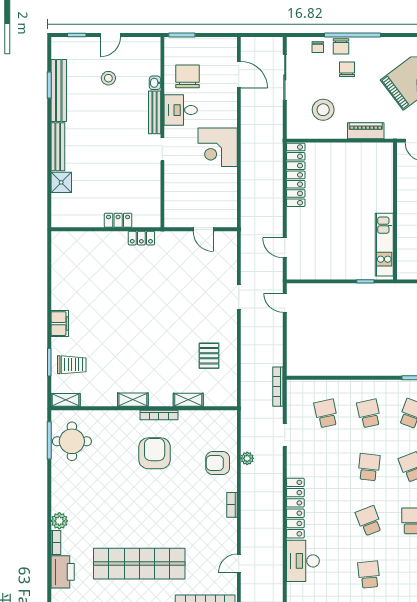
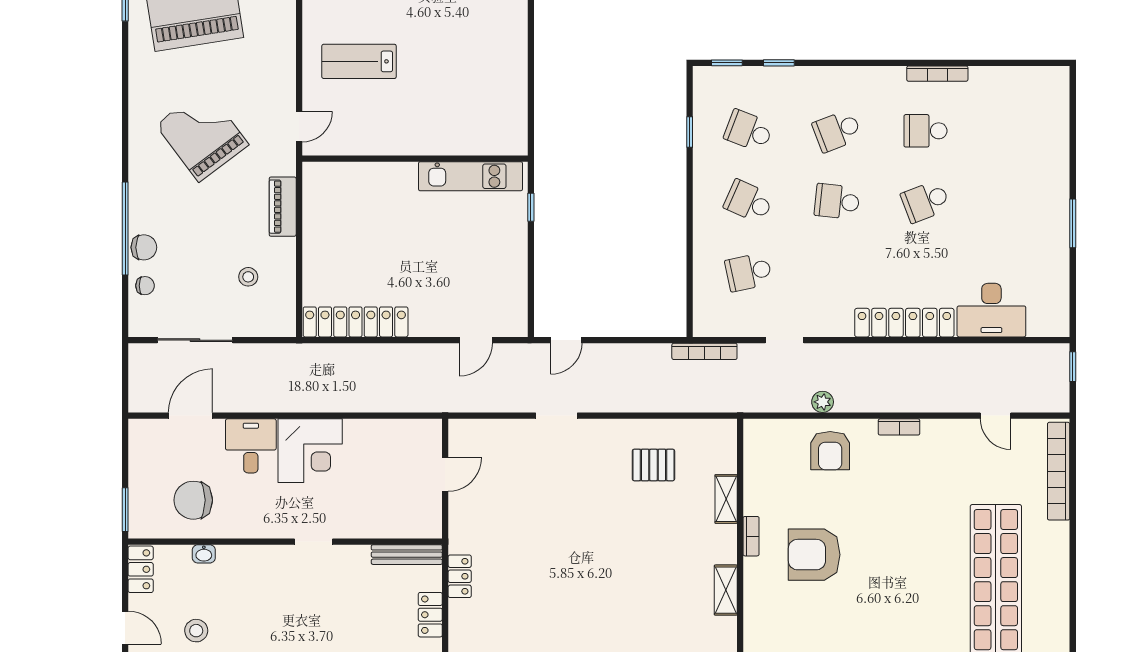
locker: (146, 44) -> (141, 569), added
chair: (347, 69) -> (182, 238), removed
desk: (181, 110) -> (251, 446), moved, turned 180
stool: (323, 110) -> (248, 277), width x0.53, depth x0.53
bench: (155, 112) -> (407, 555), moved
school desk: (369, 413) -> (749, 201), turned 36
bookcase: (159, 415) -> (751, 536), width x0.64
school desk: (369, 575) -> (1014, 201), removed

